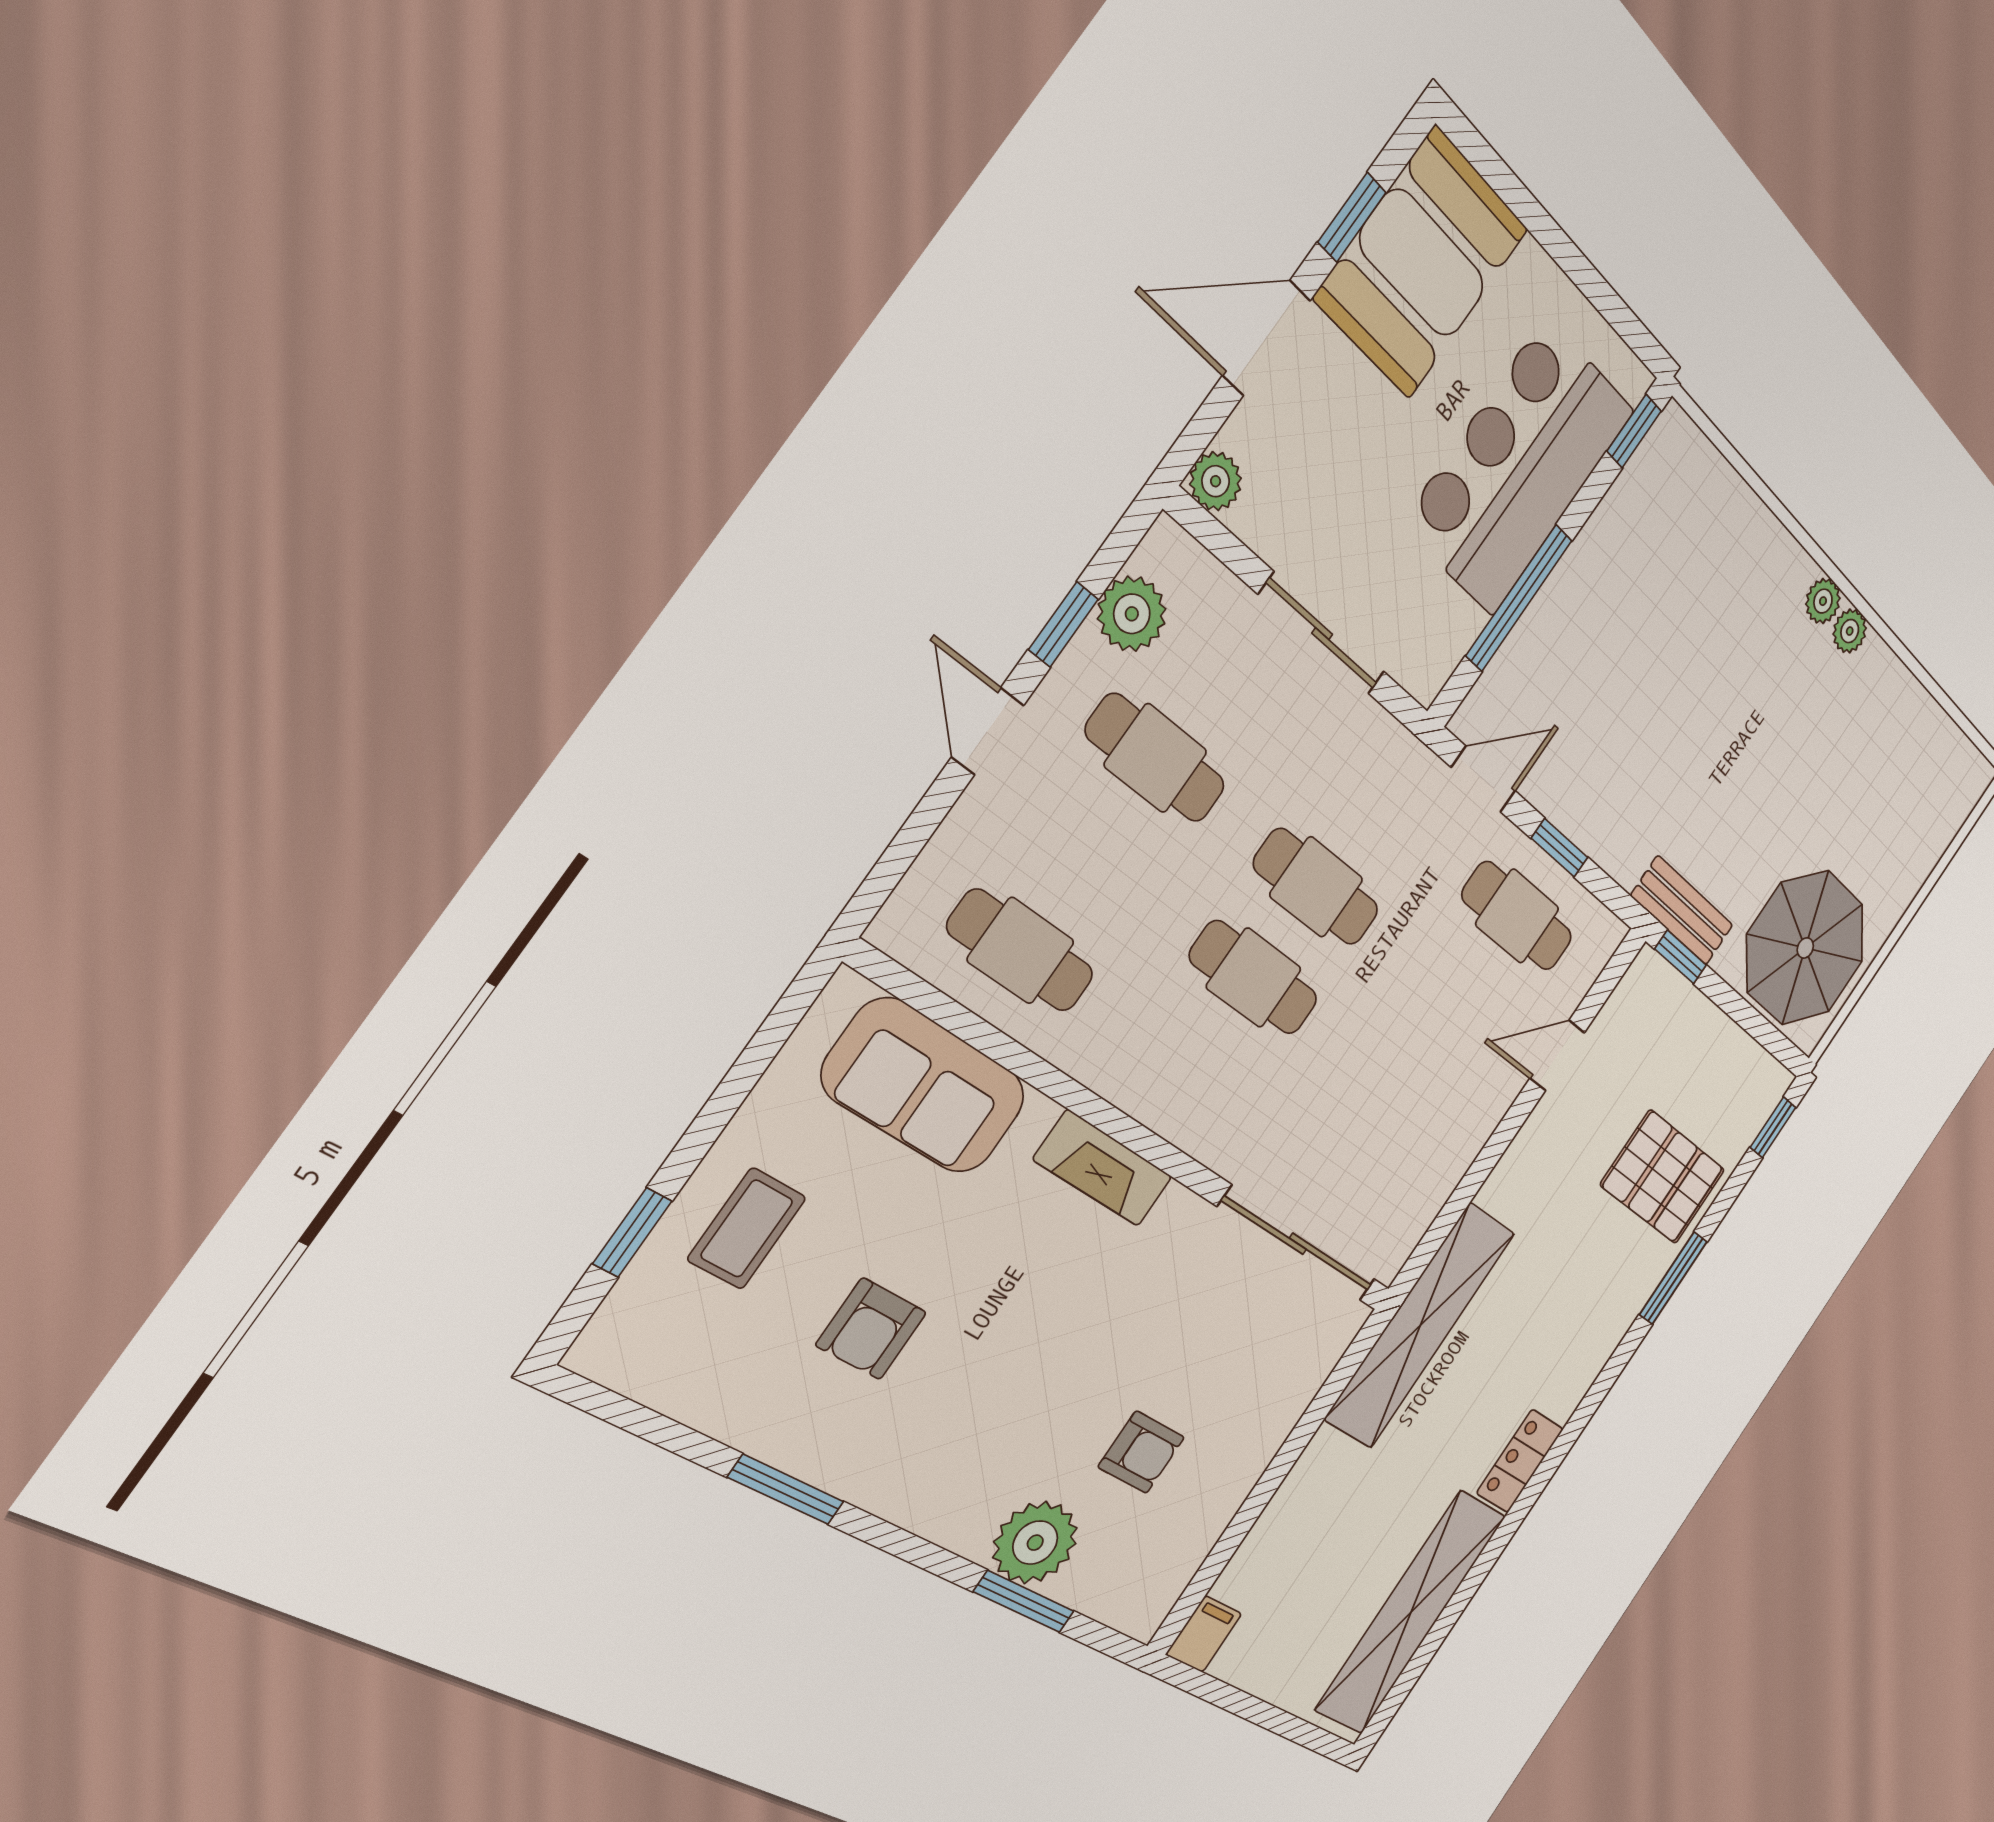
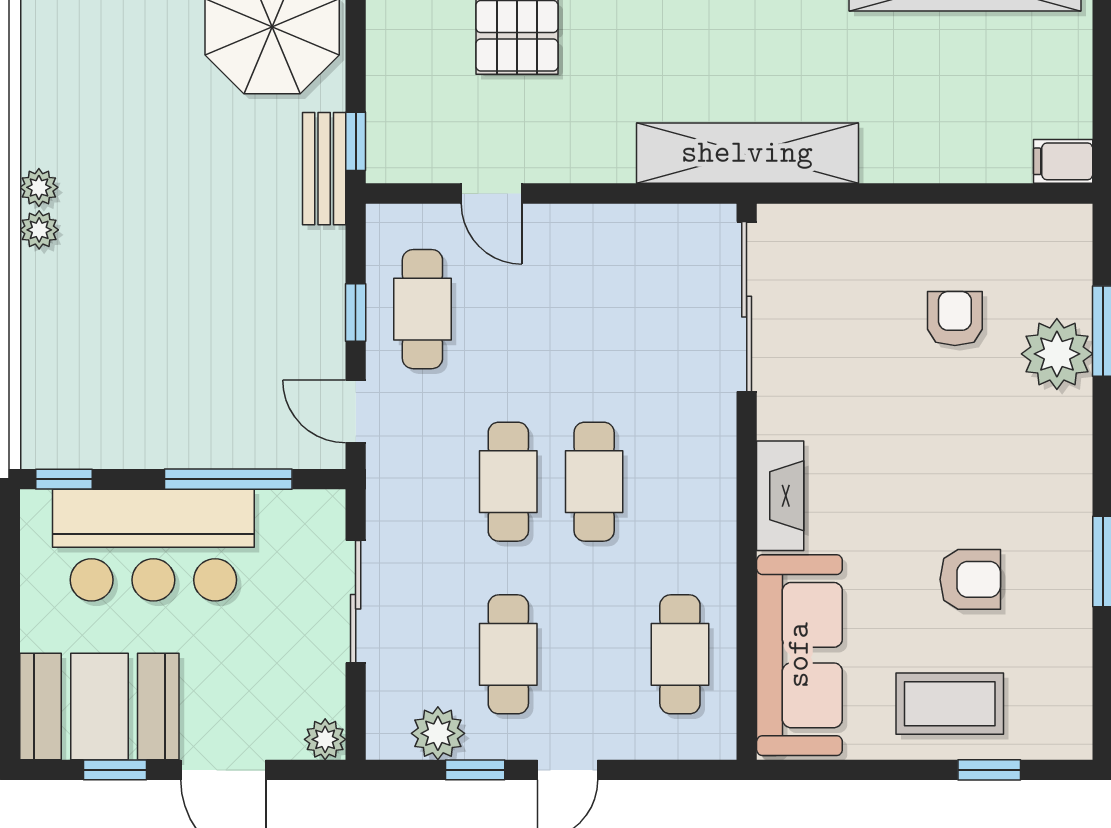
sofa: (925, 1086) -> (799, 655), width x1.36
coffee table: (747, 1229) -> (950, 704), width x1.36, depth x1.30

